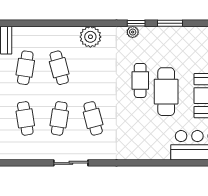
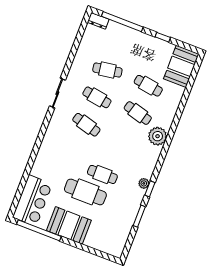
plant: (90, 37) -> (158, 136), moved
cafe table: (59, 68) -> (138, 113), turned 30
cafe table: (93, 118) -> (86, 125), turned 30

